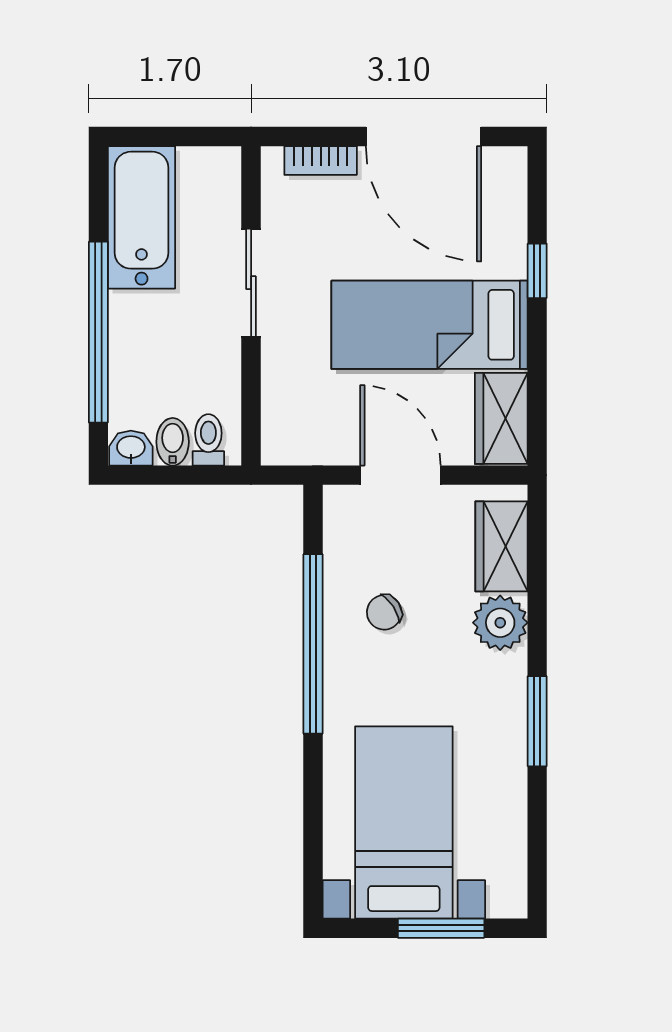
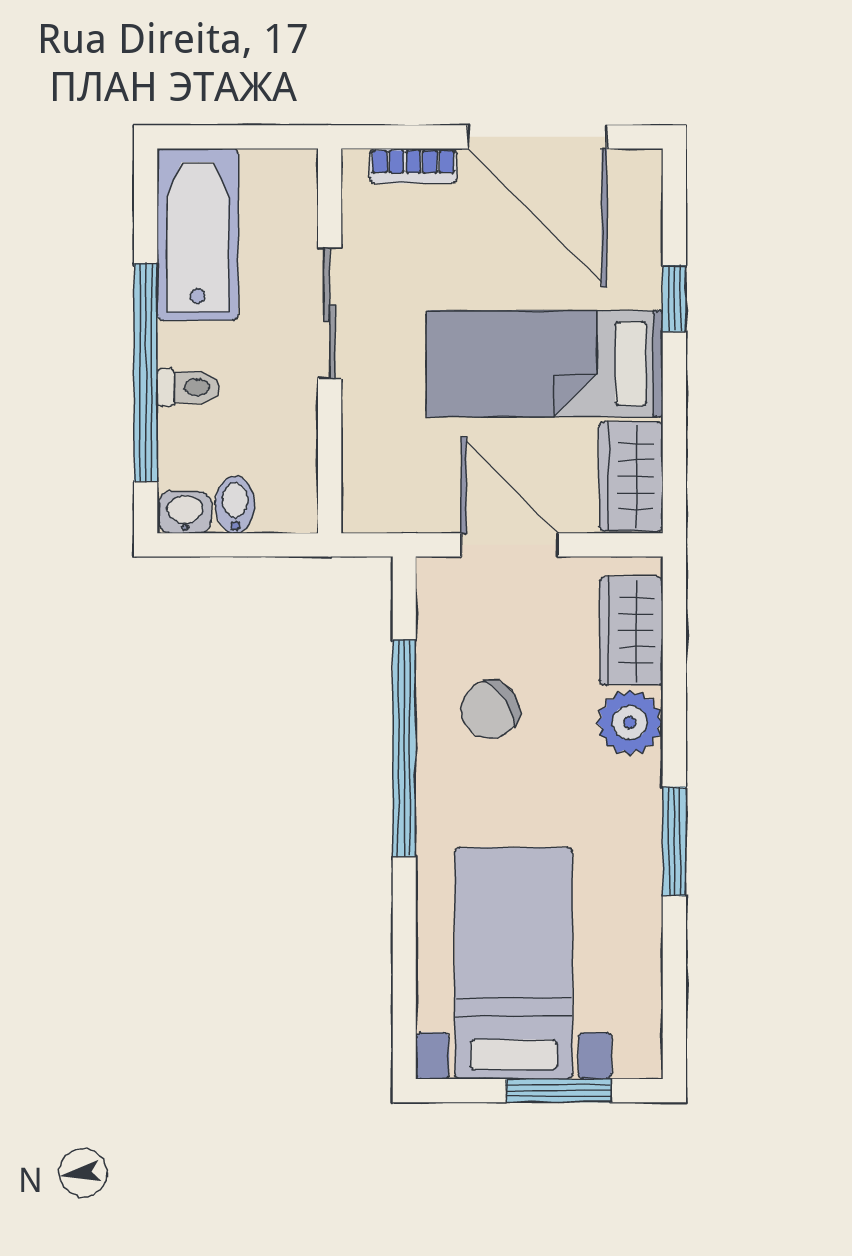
toilet: (208, 440) -> (188, 387), moved, turned 90
chair: (384, 612) -> (490, 710), width x1.37, depth x1.37

